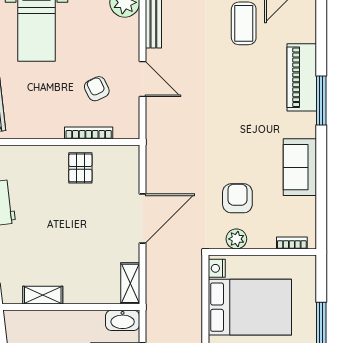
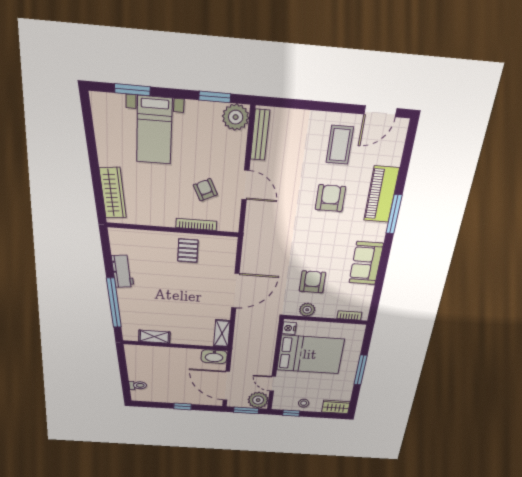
armchair: (243, 87) -> (330, 198), added

